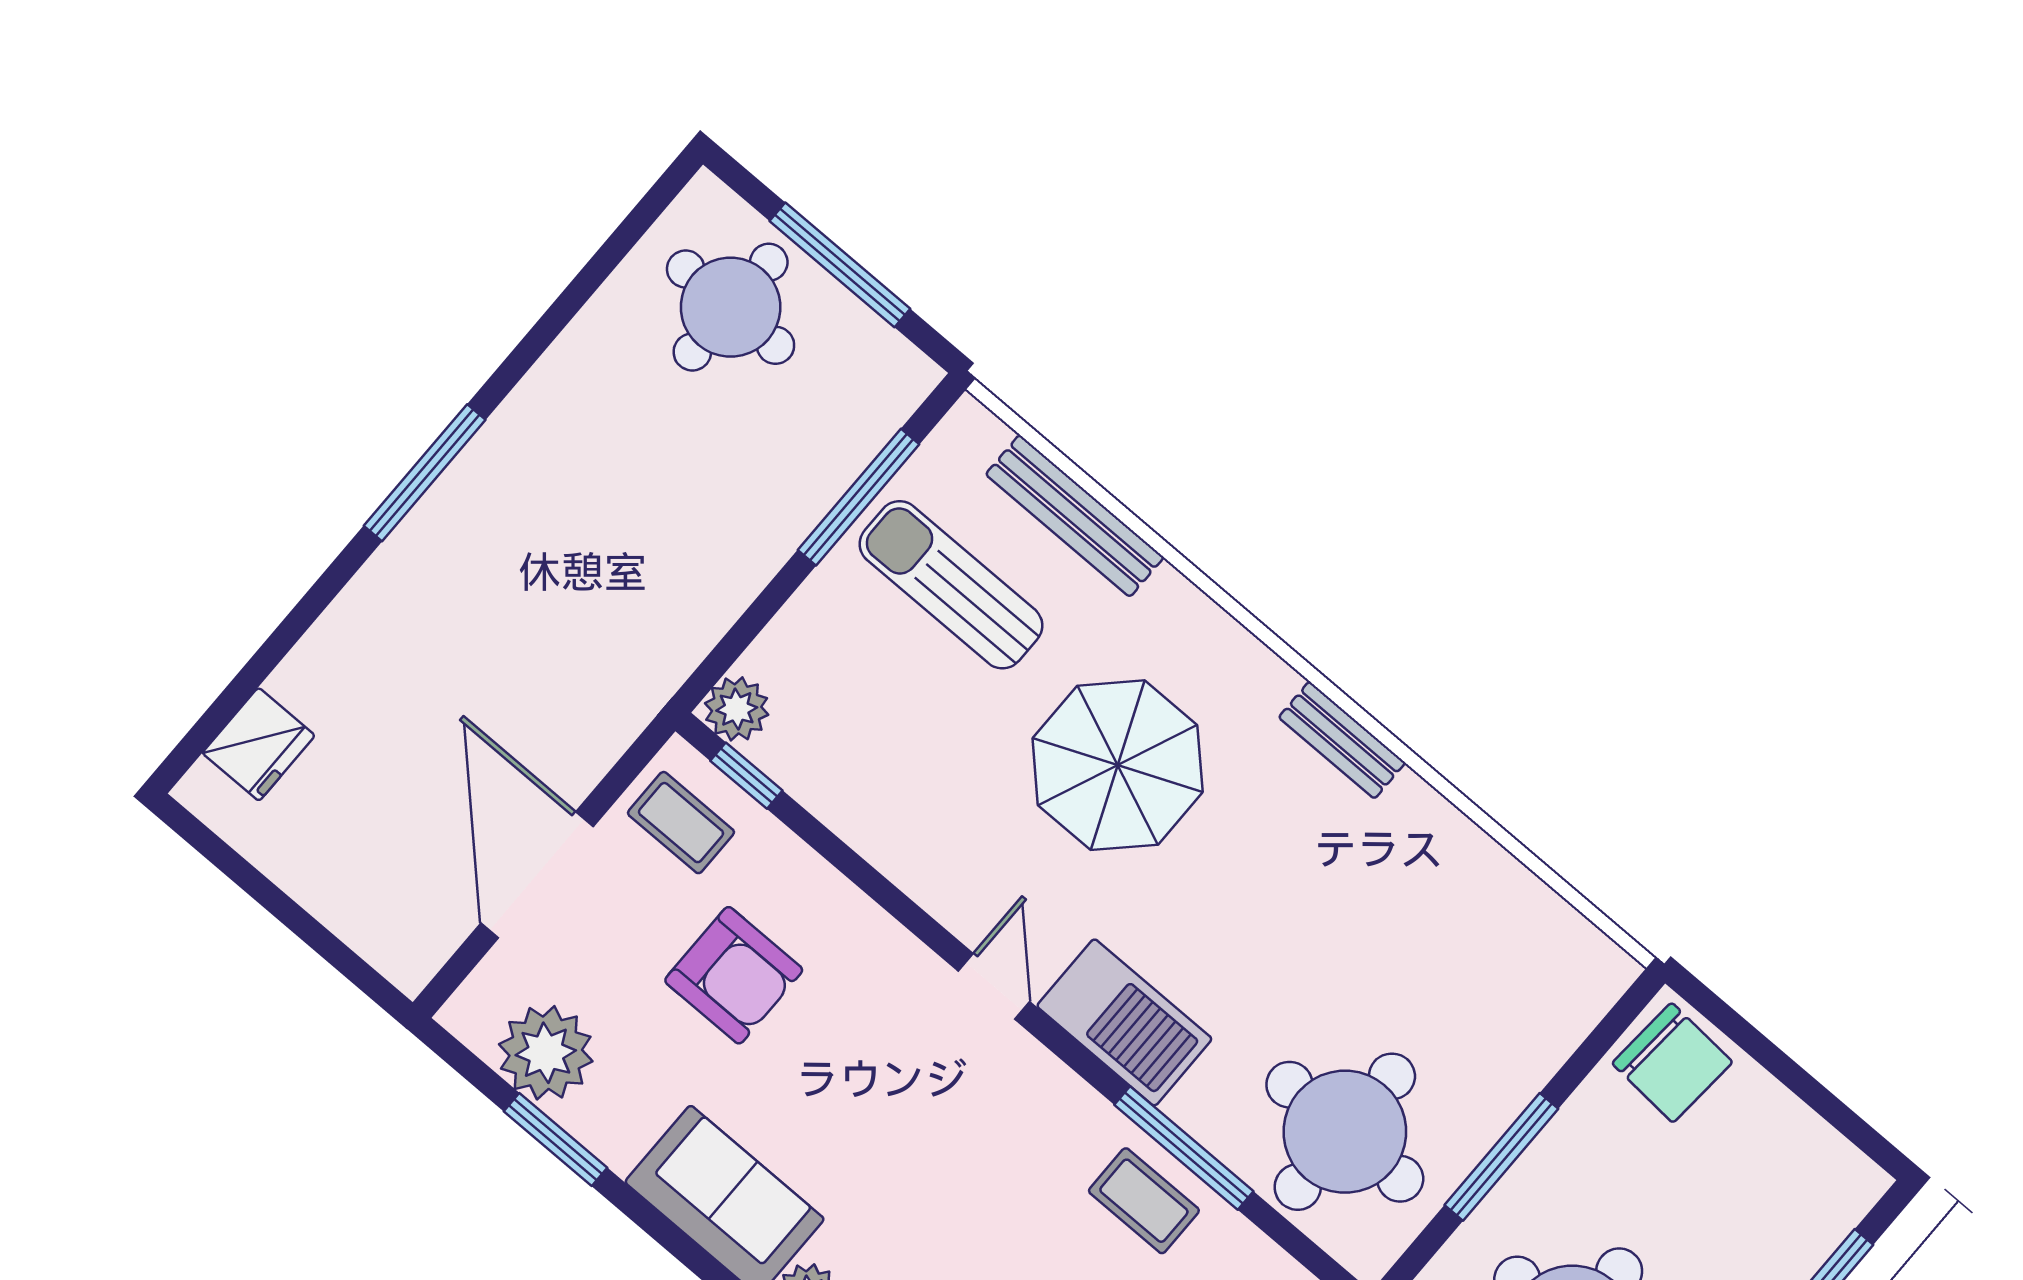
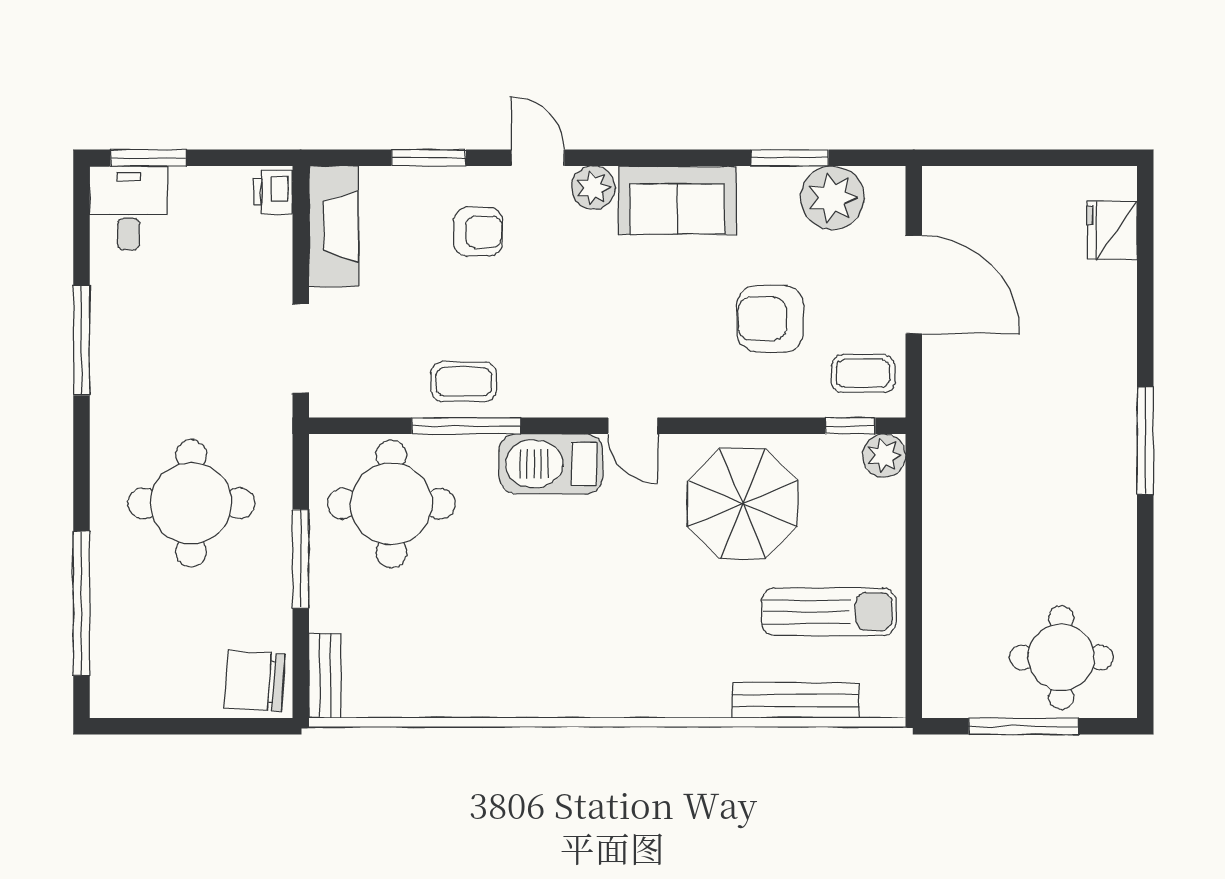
window: (859, 497) -> (914, 616), removed
bench: (1342, 740) -> (325, 676), moved, turned 90
parasol: (1118, 765) -> (743, 504), moved

